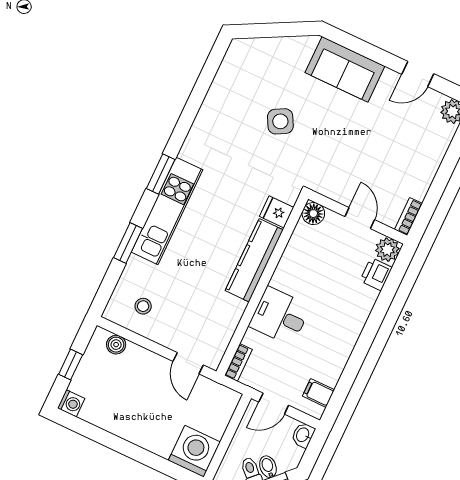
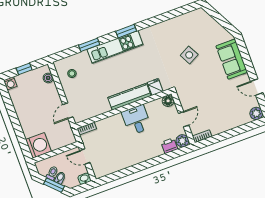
desk: (280, 316) -> (136, 120), moved
filing cabinet: (318, 393) -> (105, 169), removed

